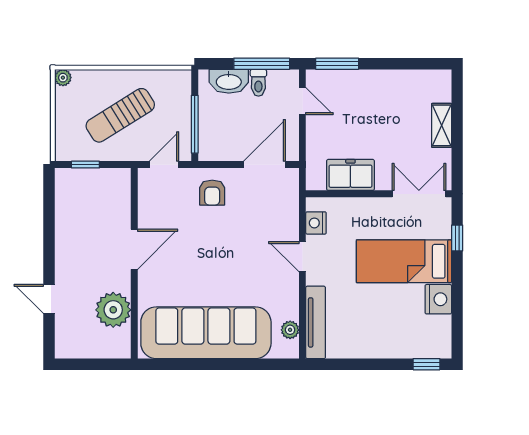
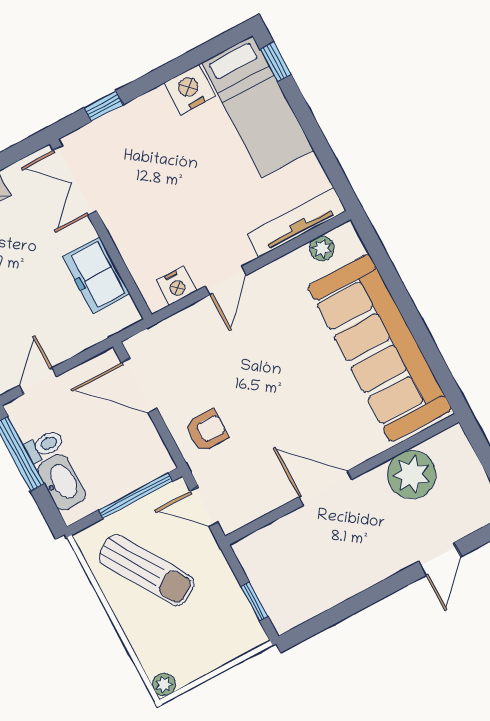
sun lounger: (120, 115) -> (146, 570), moved
bed: (404, 261) -> (257, 106), moved

